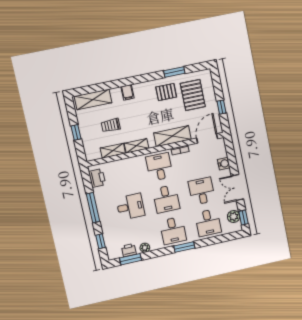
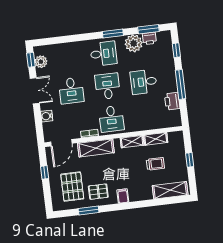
filing cabinet: (127, 92) -> (123, 196), moved
printer: (97, 178) -> (172, 101), moved
desk: (208, 223) -> (67, 58), removed
desk: (173, 231) -> (103, 54), turned 90
window: (184, 247) -> (113, 33), moved
plant: (145, 248) -> (134, 43), width x1.88, depth x1.88

